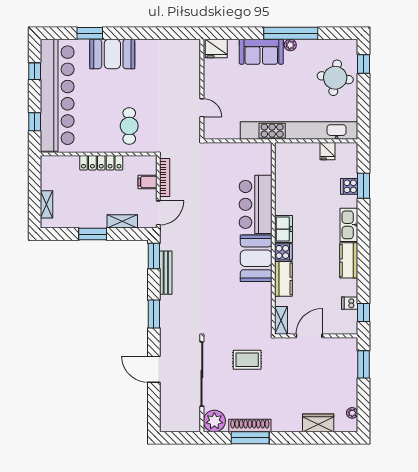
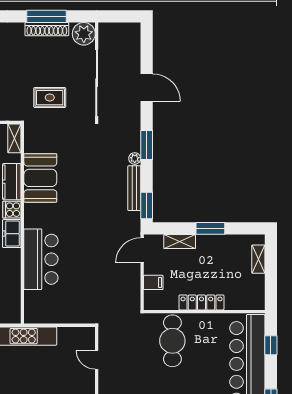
cafe table: (129, 126) -> (172, 341), width x1.37, depth x1.35
bookcase: (165, 178) -> (136, 287), removed
booth: (256, 258) -> (40, 178), moved
plant: (165, 301) -> (135, 158), added

